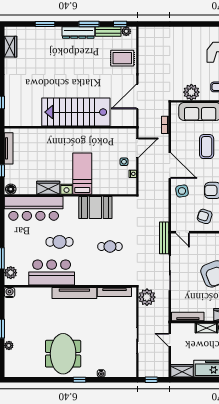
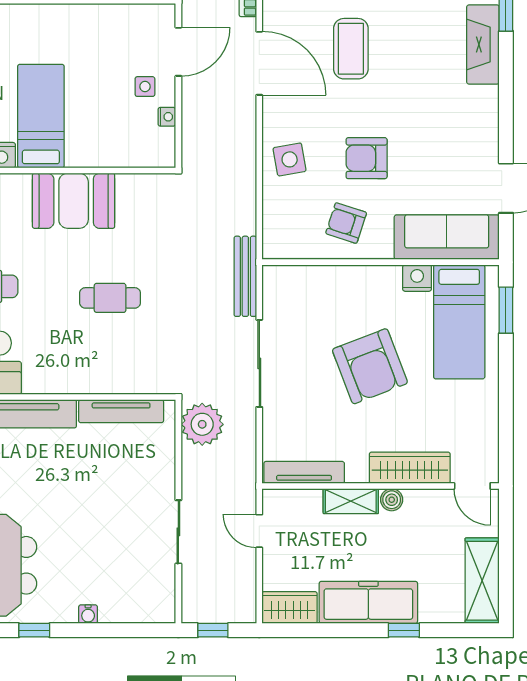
door: (170, 166) -> (259, 63), moved
door: (183, 232) -> (291, 262), removed

